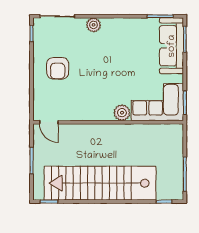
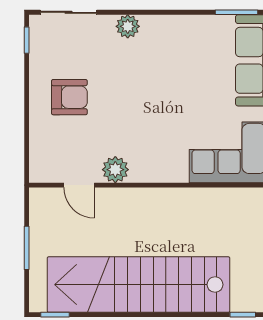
armchair: (58, 68) -> (69, 97), turned -90
plant: (122, 113) -> (115, 170), moved
door: (49, 122) -> (79, 185), moved

